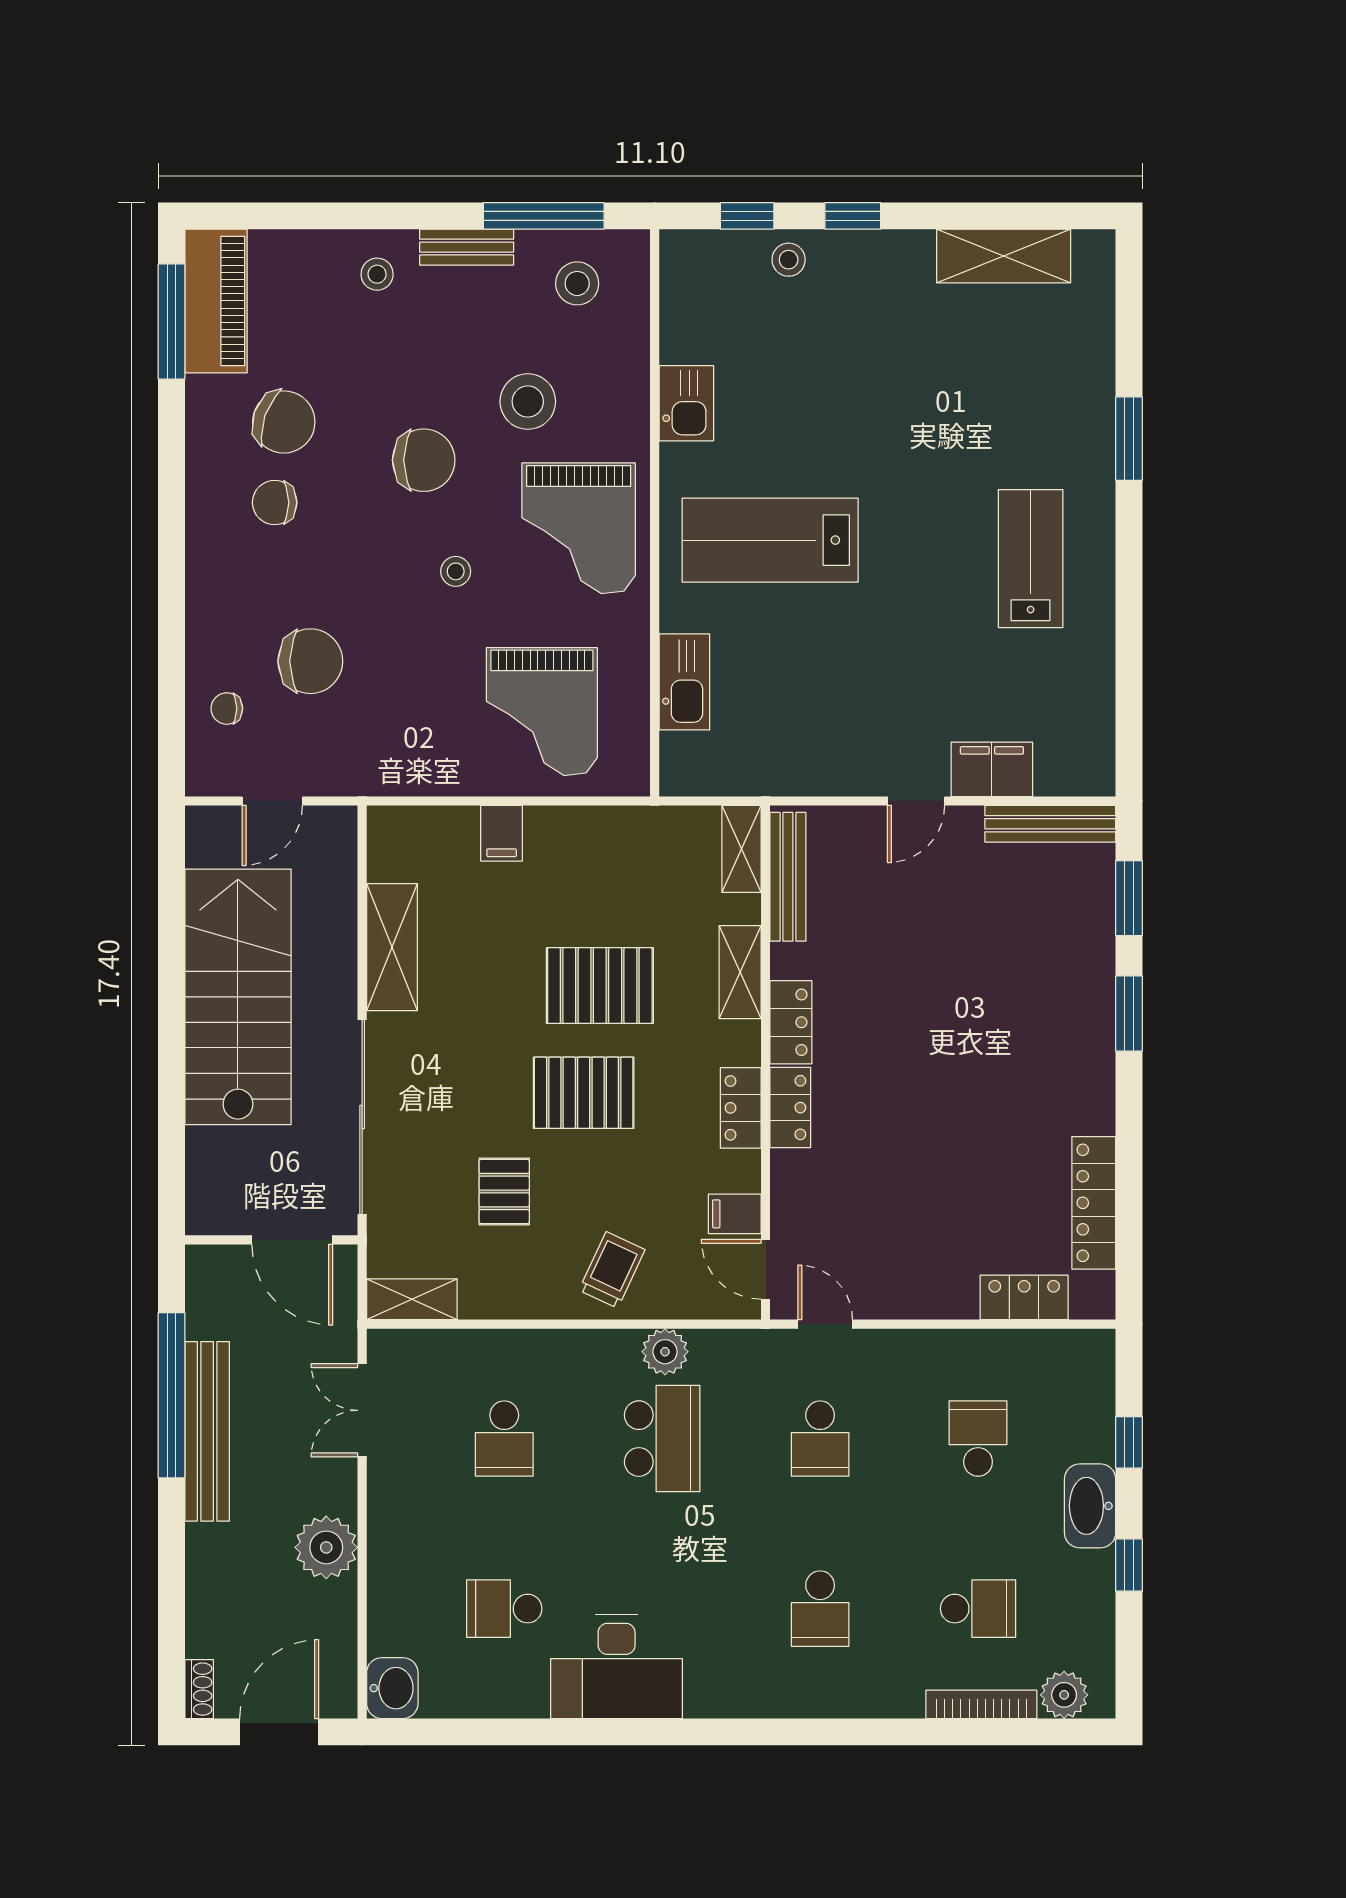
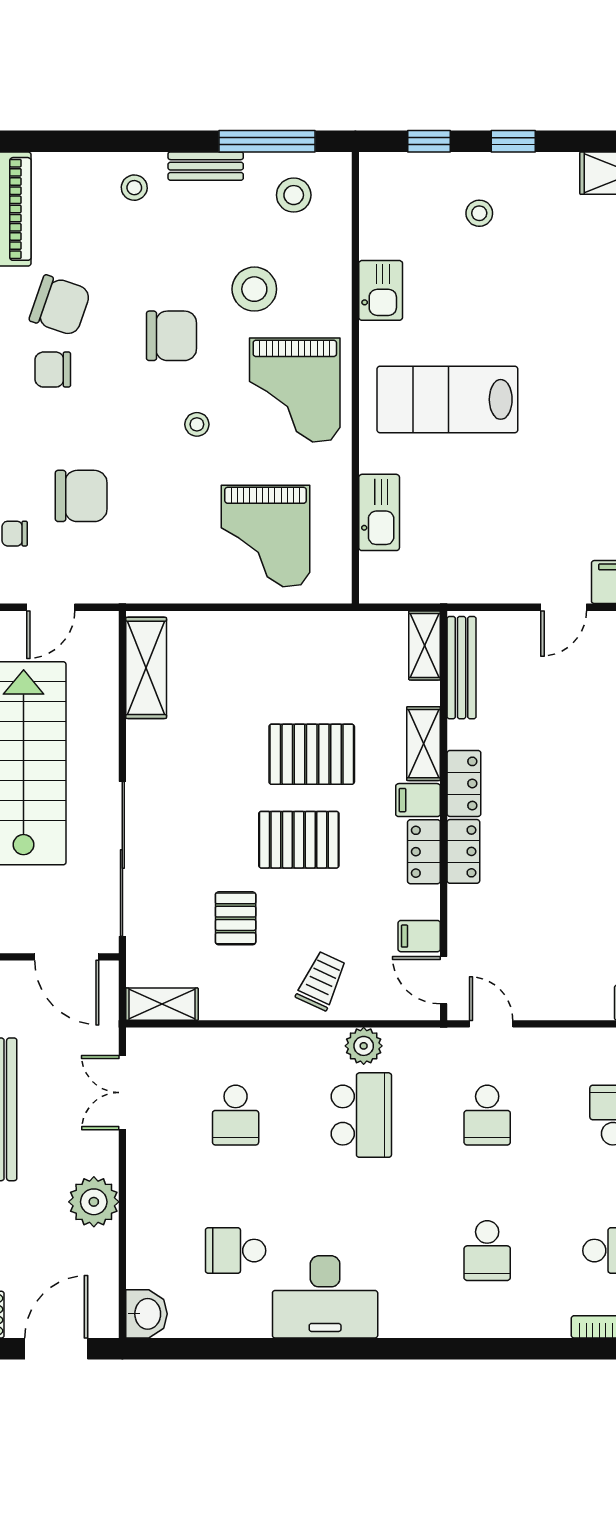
stool: (789, 260) -> (479, 213), moved
filing cabinet: (502, 833) -> (418, 800), moved, turned 90
shelving: (392, 947) -> (146, 668), moved

